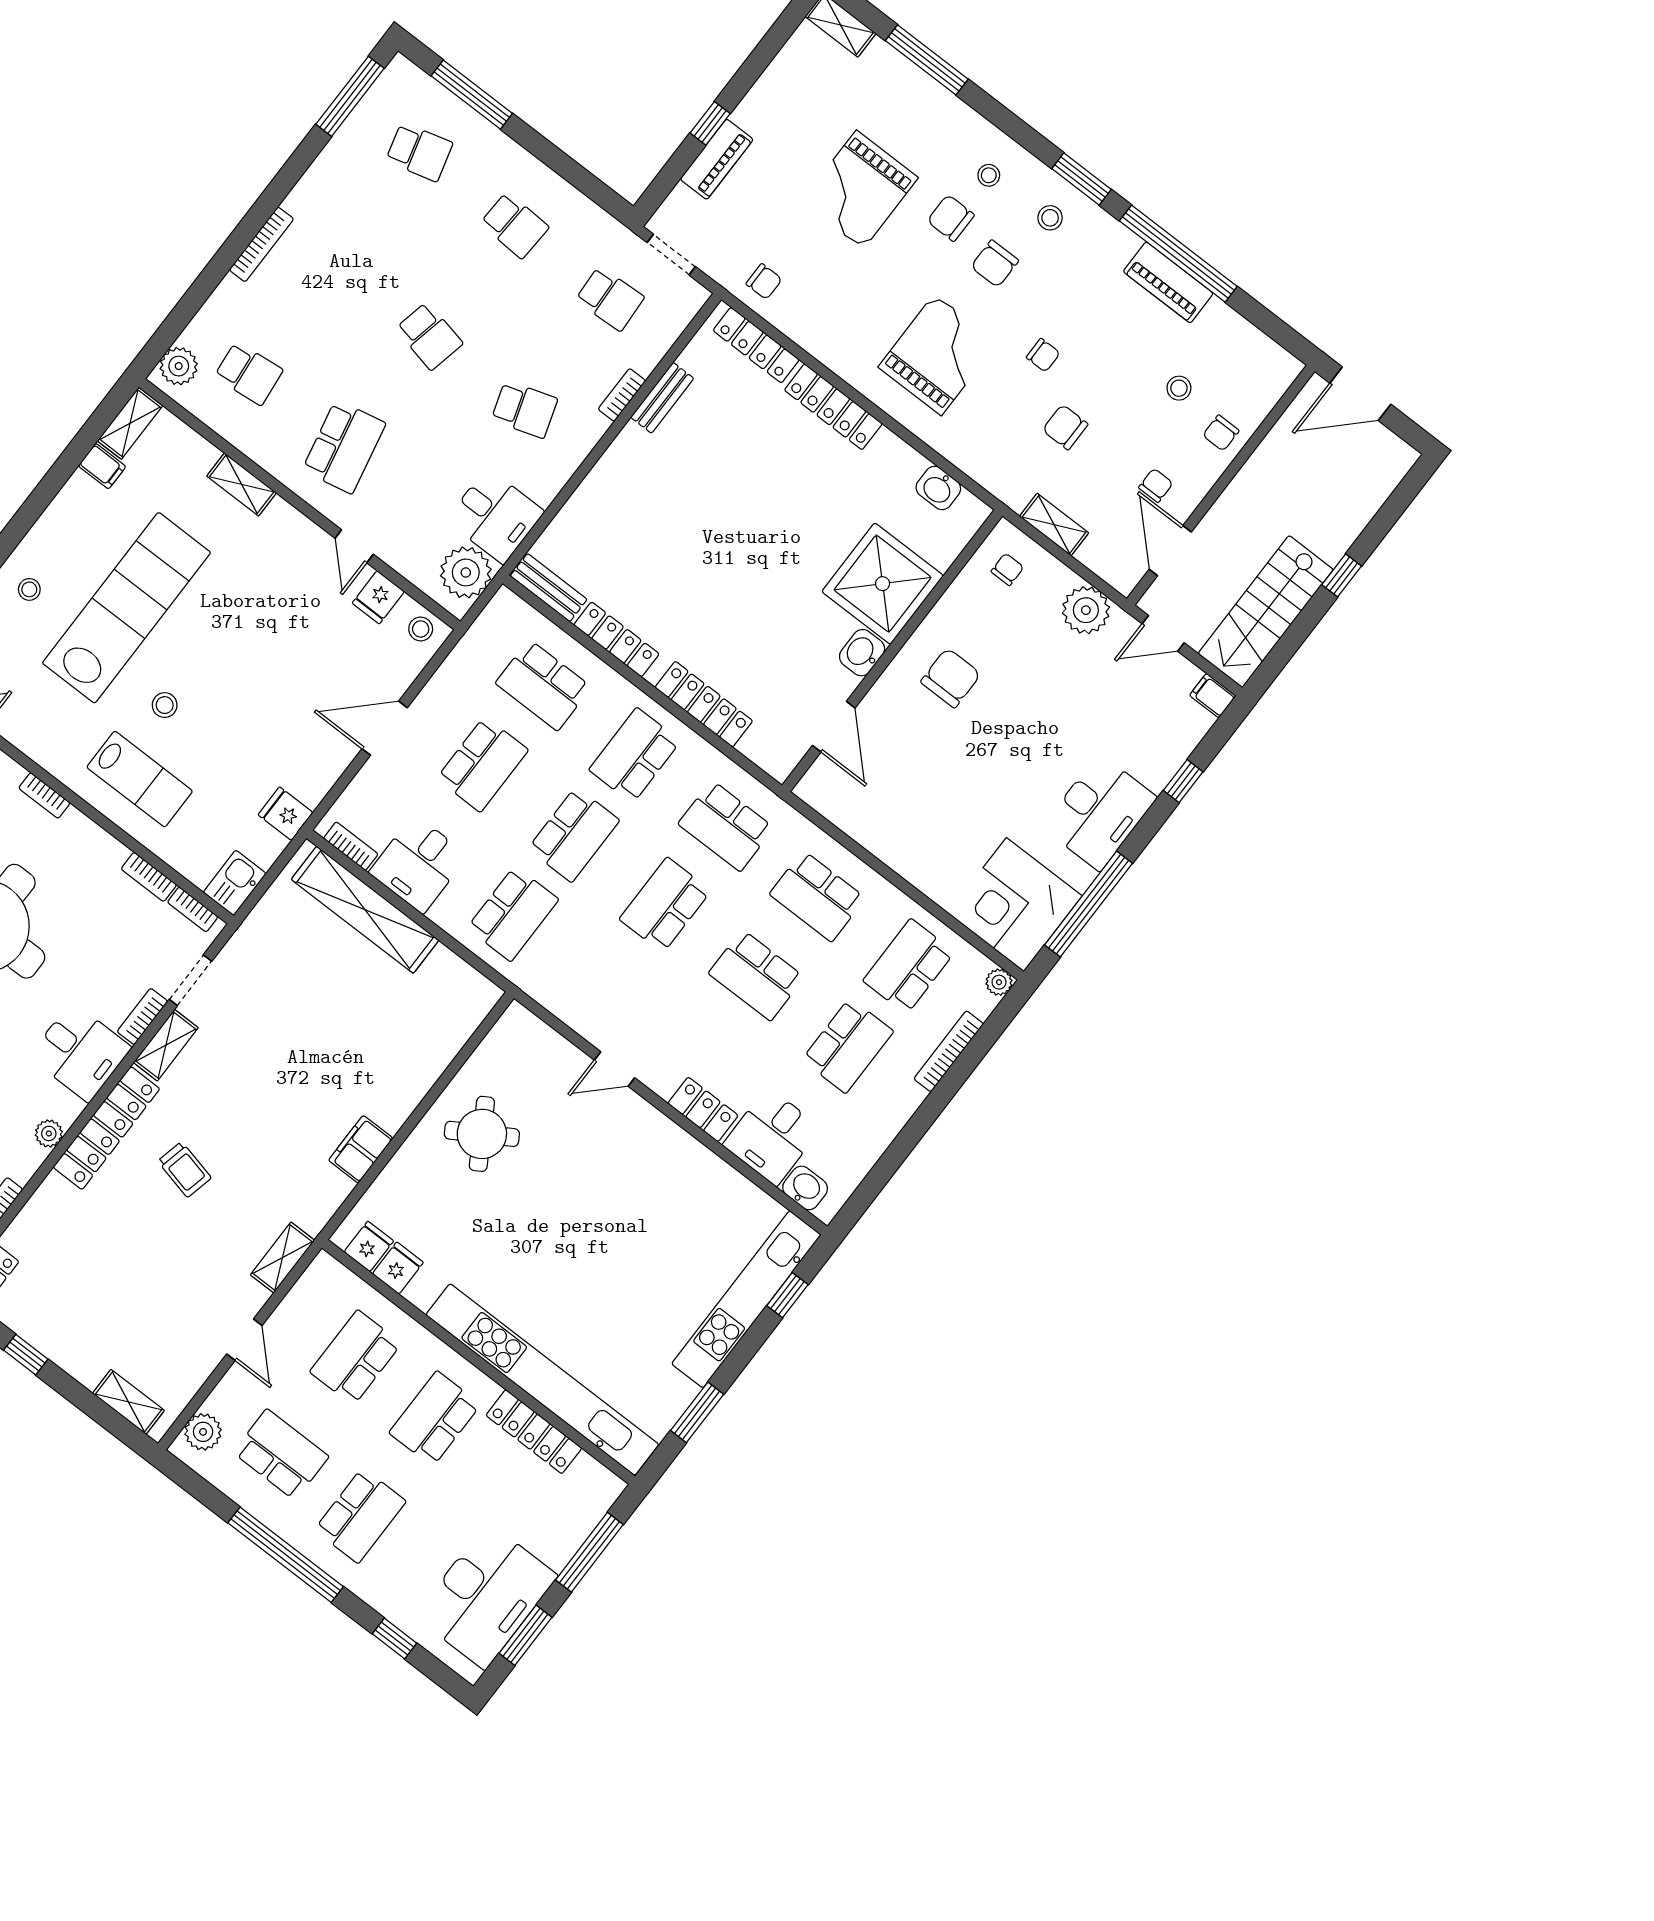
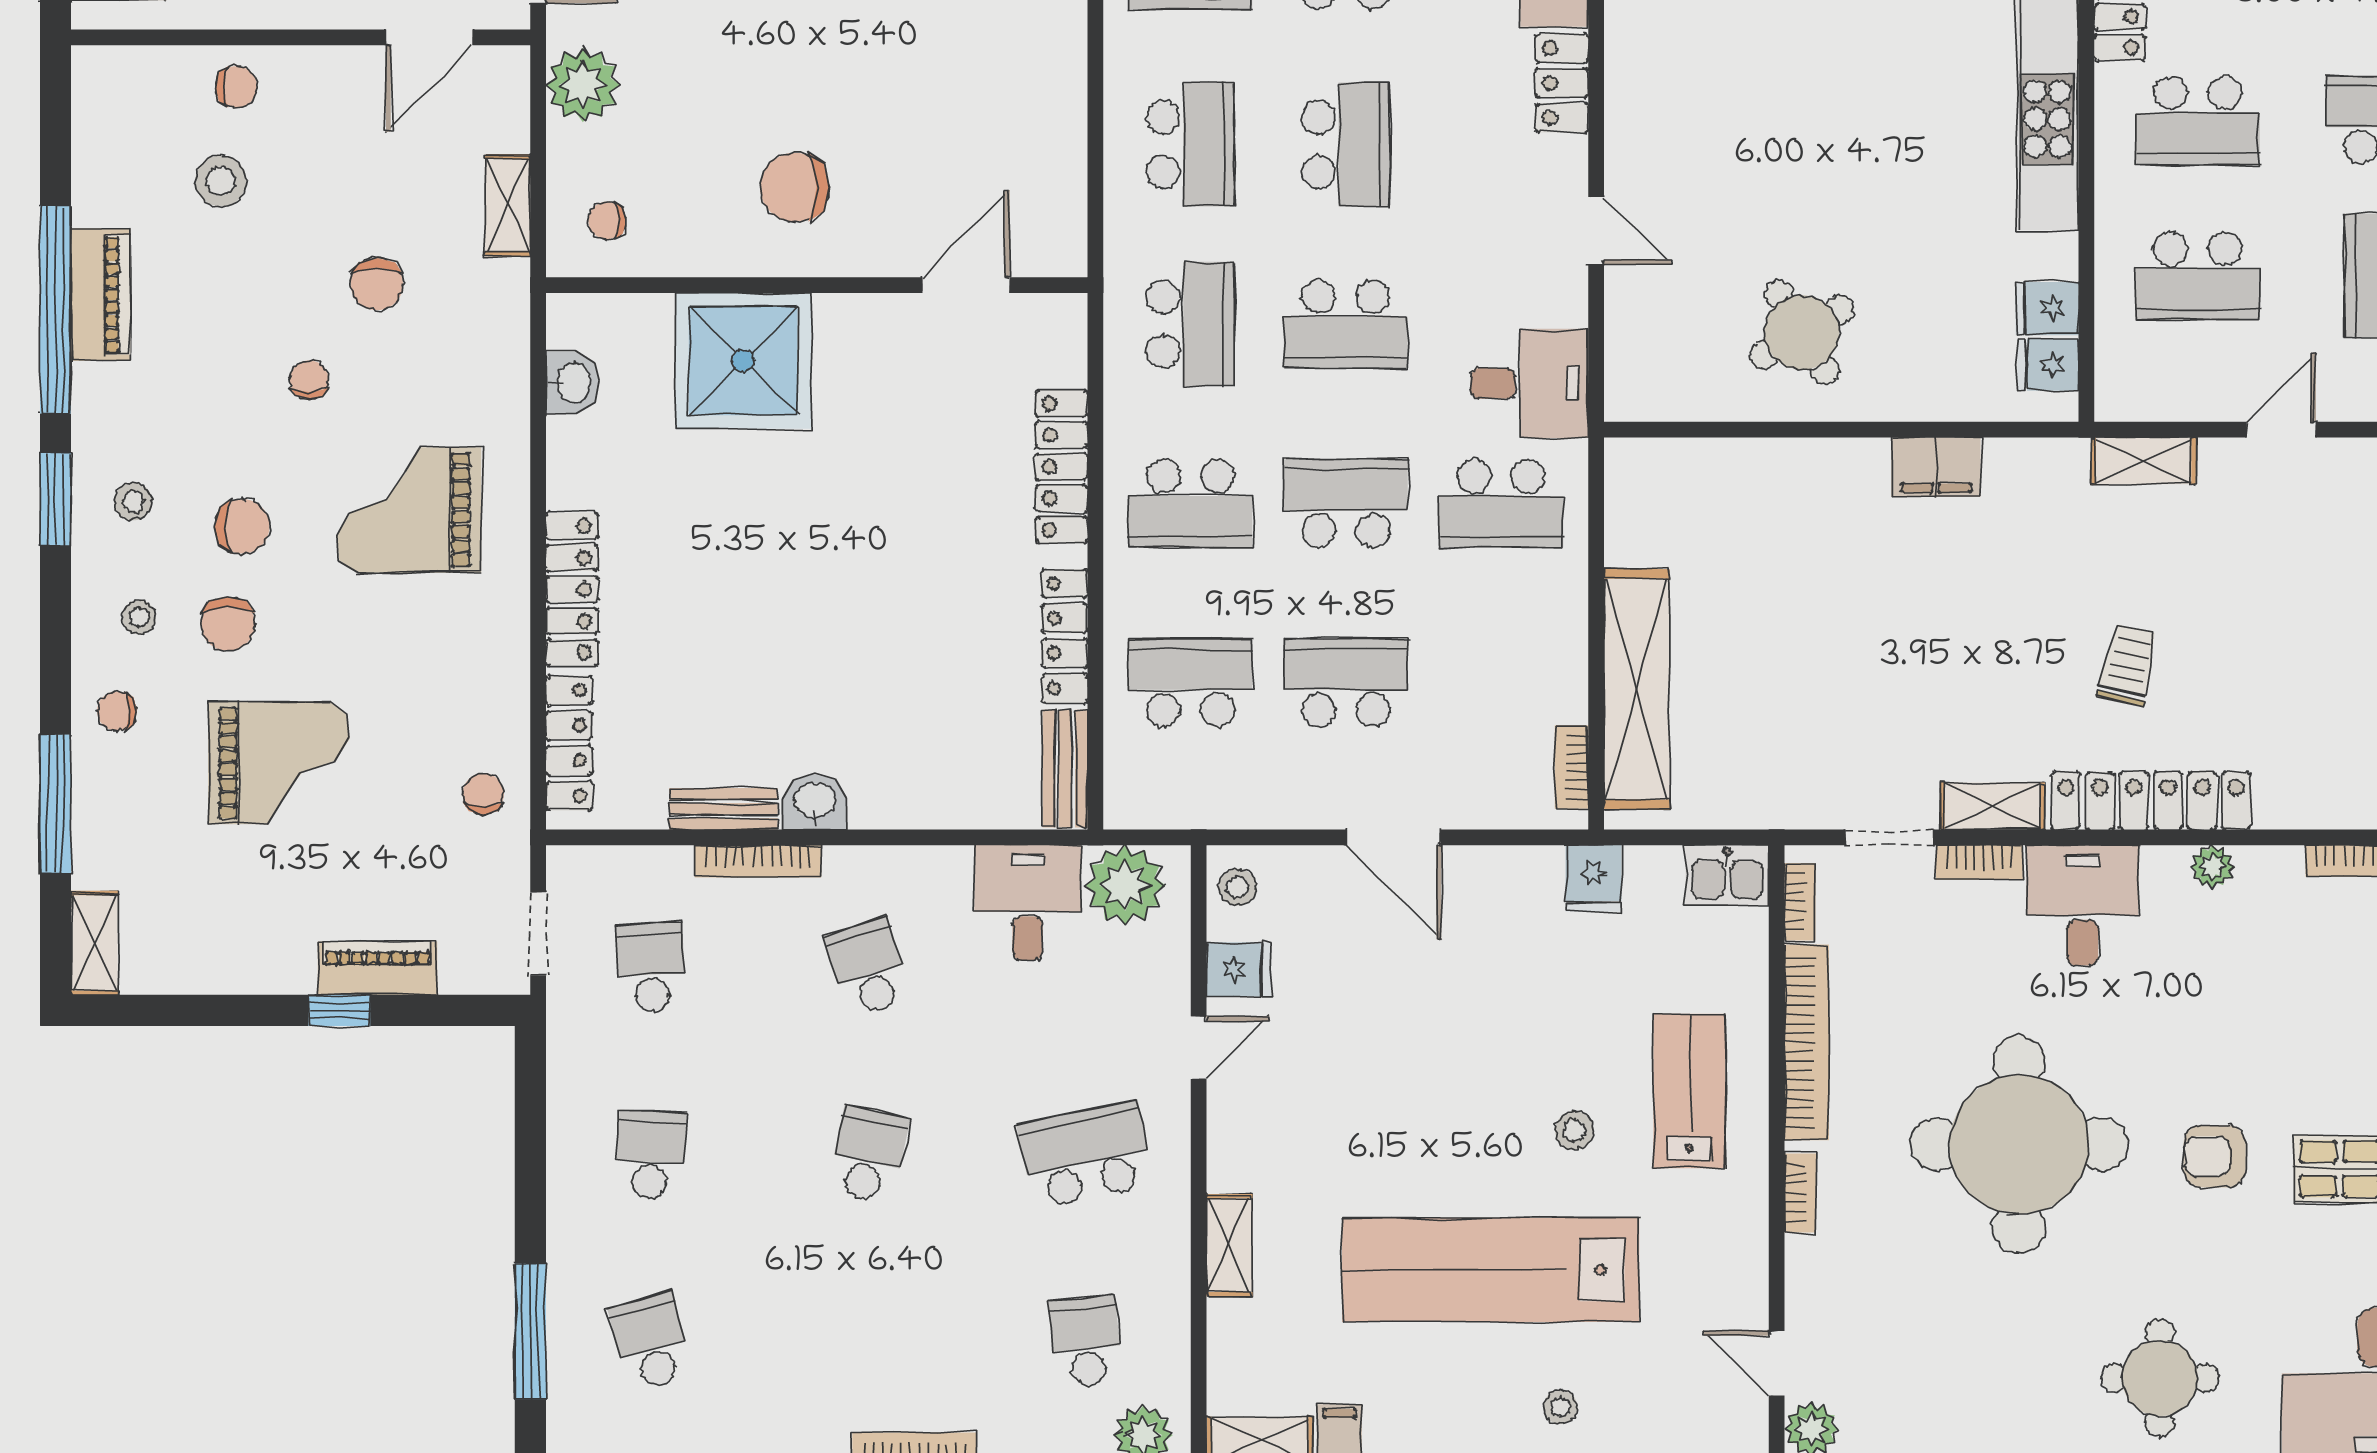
stool: (1179, 388) -> (221, 181), width x1.37, depth x1.37
bookcase: (622, 395) -> (758, 861), width x1.56
chair: (1156, 485) -> (117, 711), moved
washbasin: (862, 653) -> (814, 802), moved, turned 180
school desk: (543, 685) -> (1190, 683), turned -90
desk: (418, 864) -> (1530, 383), moved
bookcase: (149, 877) -> (1807, 1042), width x2.31, depth x1.31
school desk: (513, 914) -> (1501, 503), turned 180

